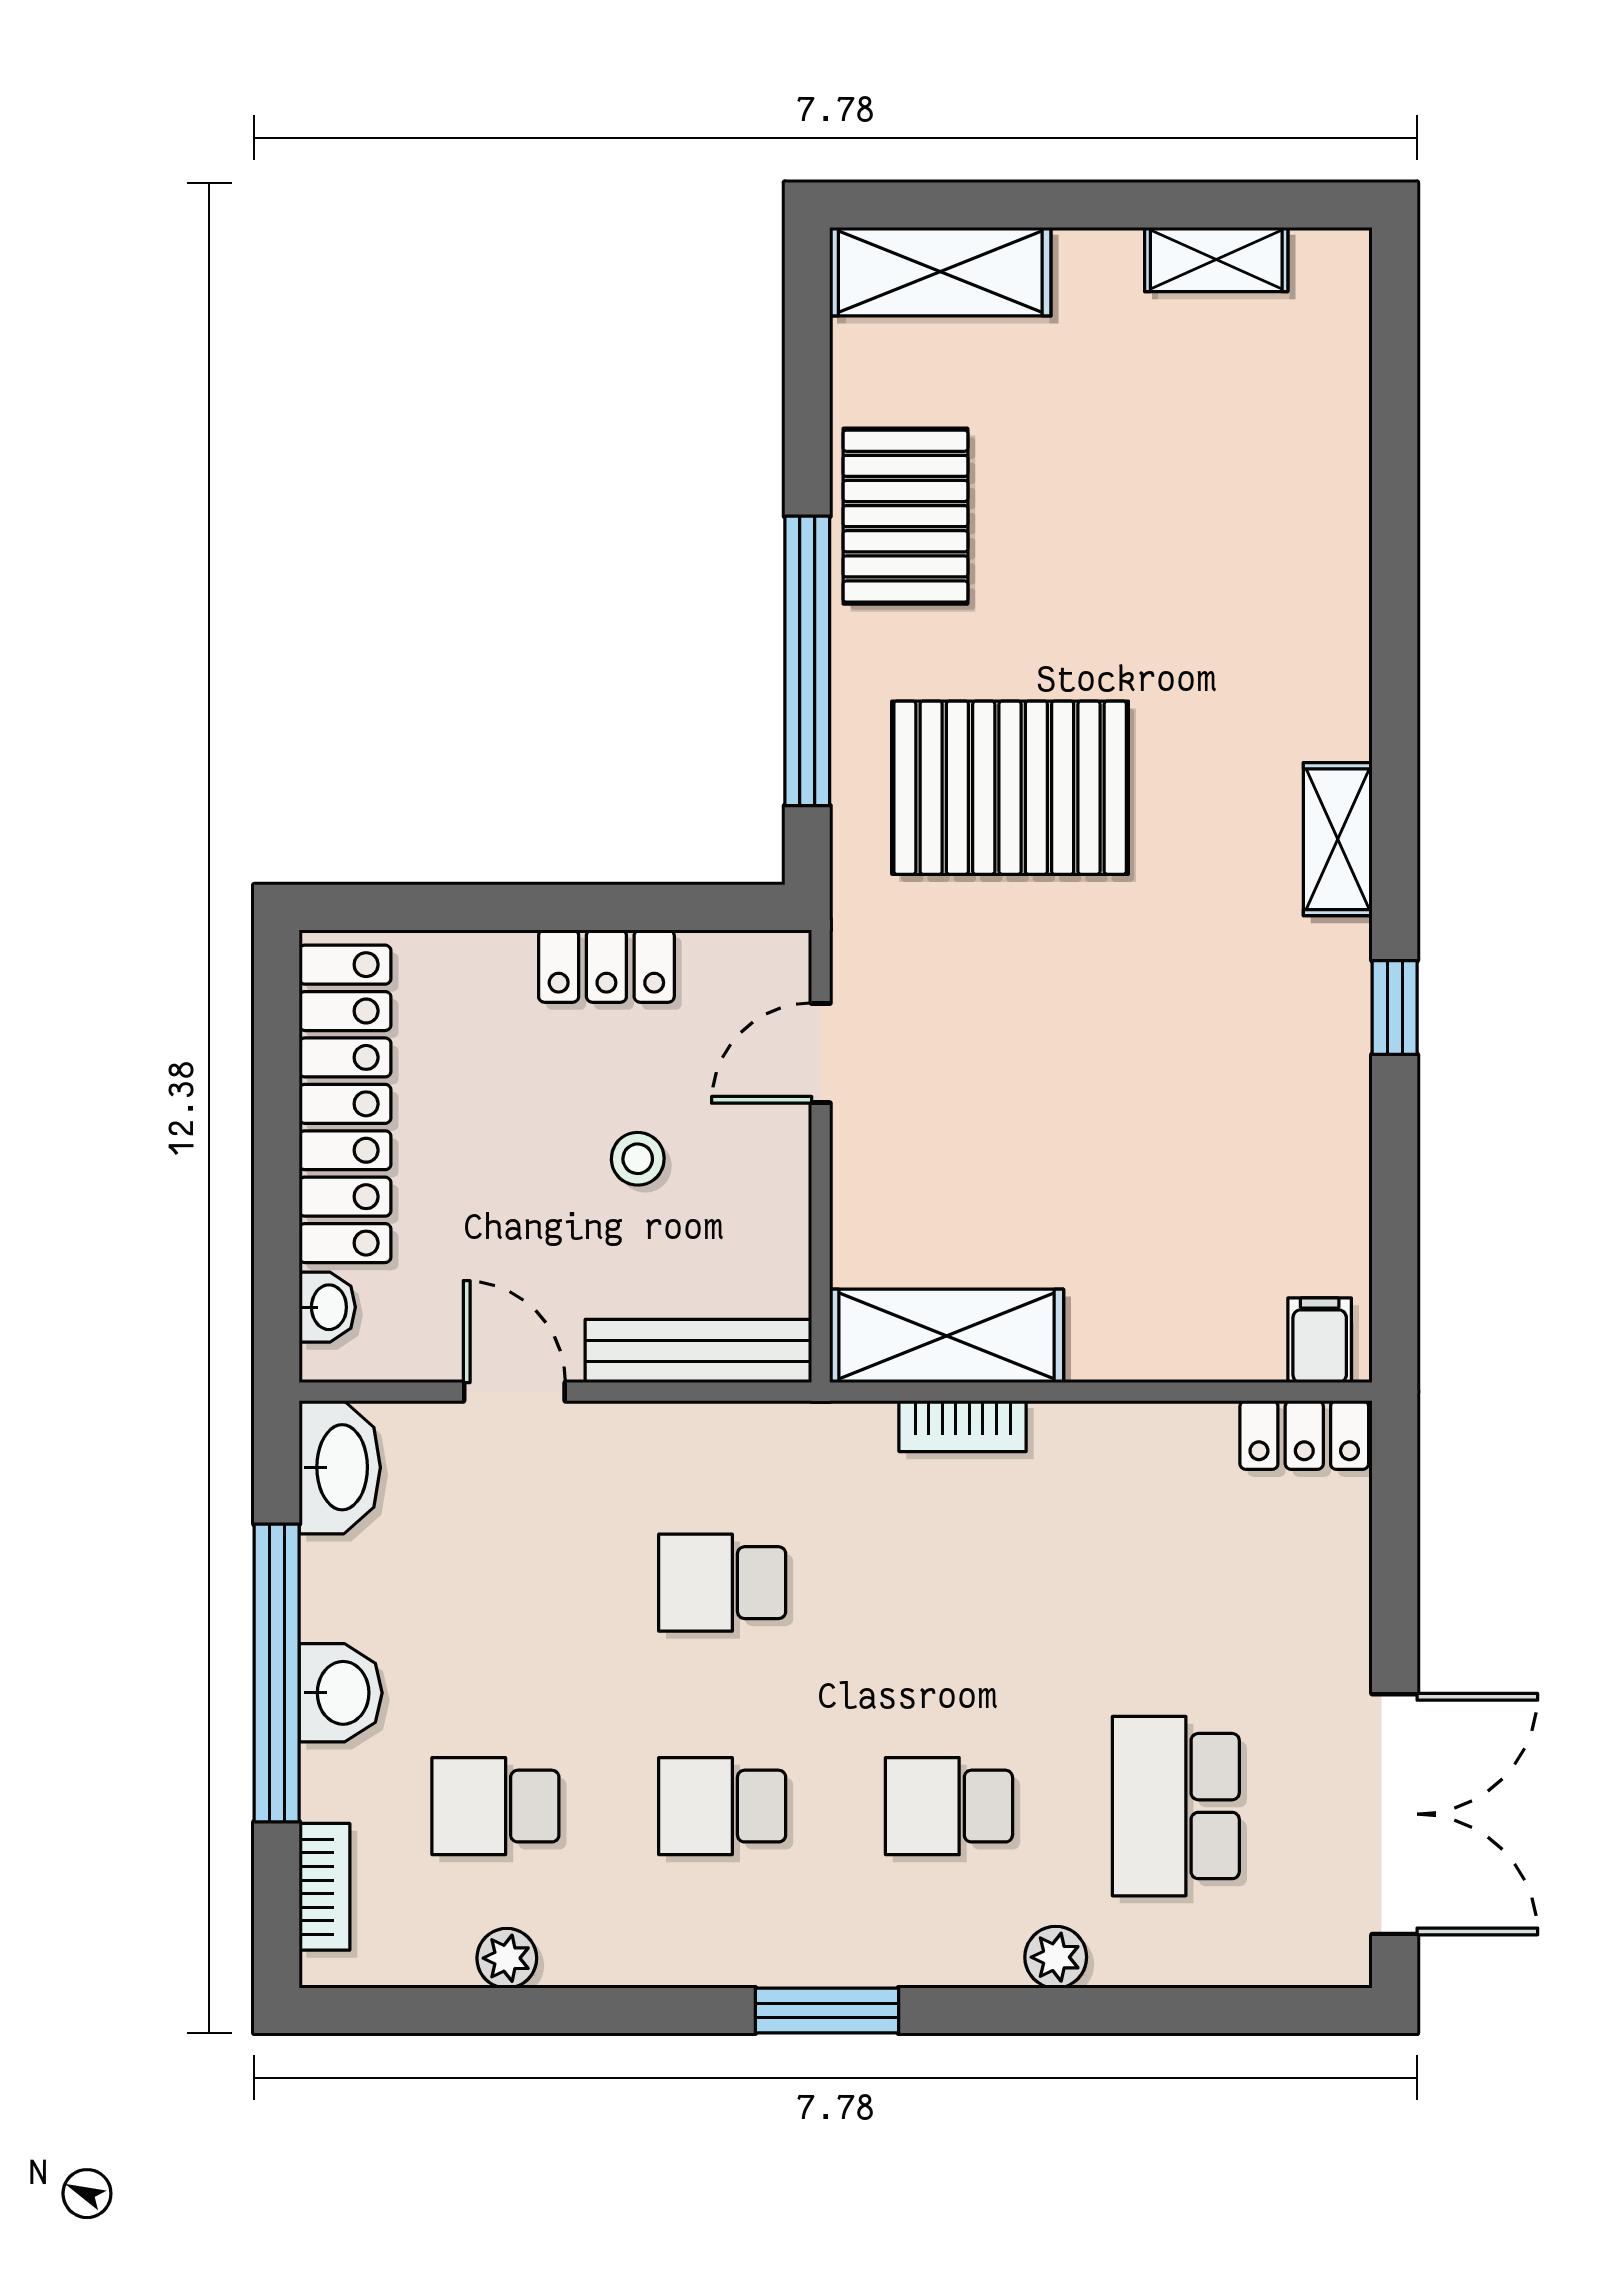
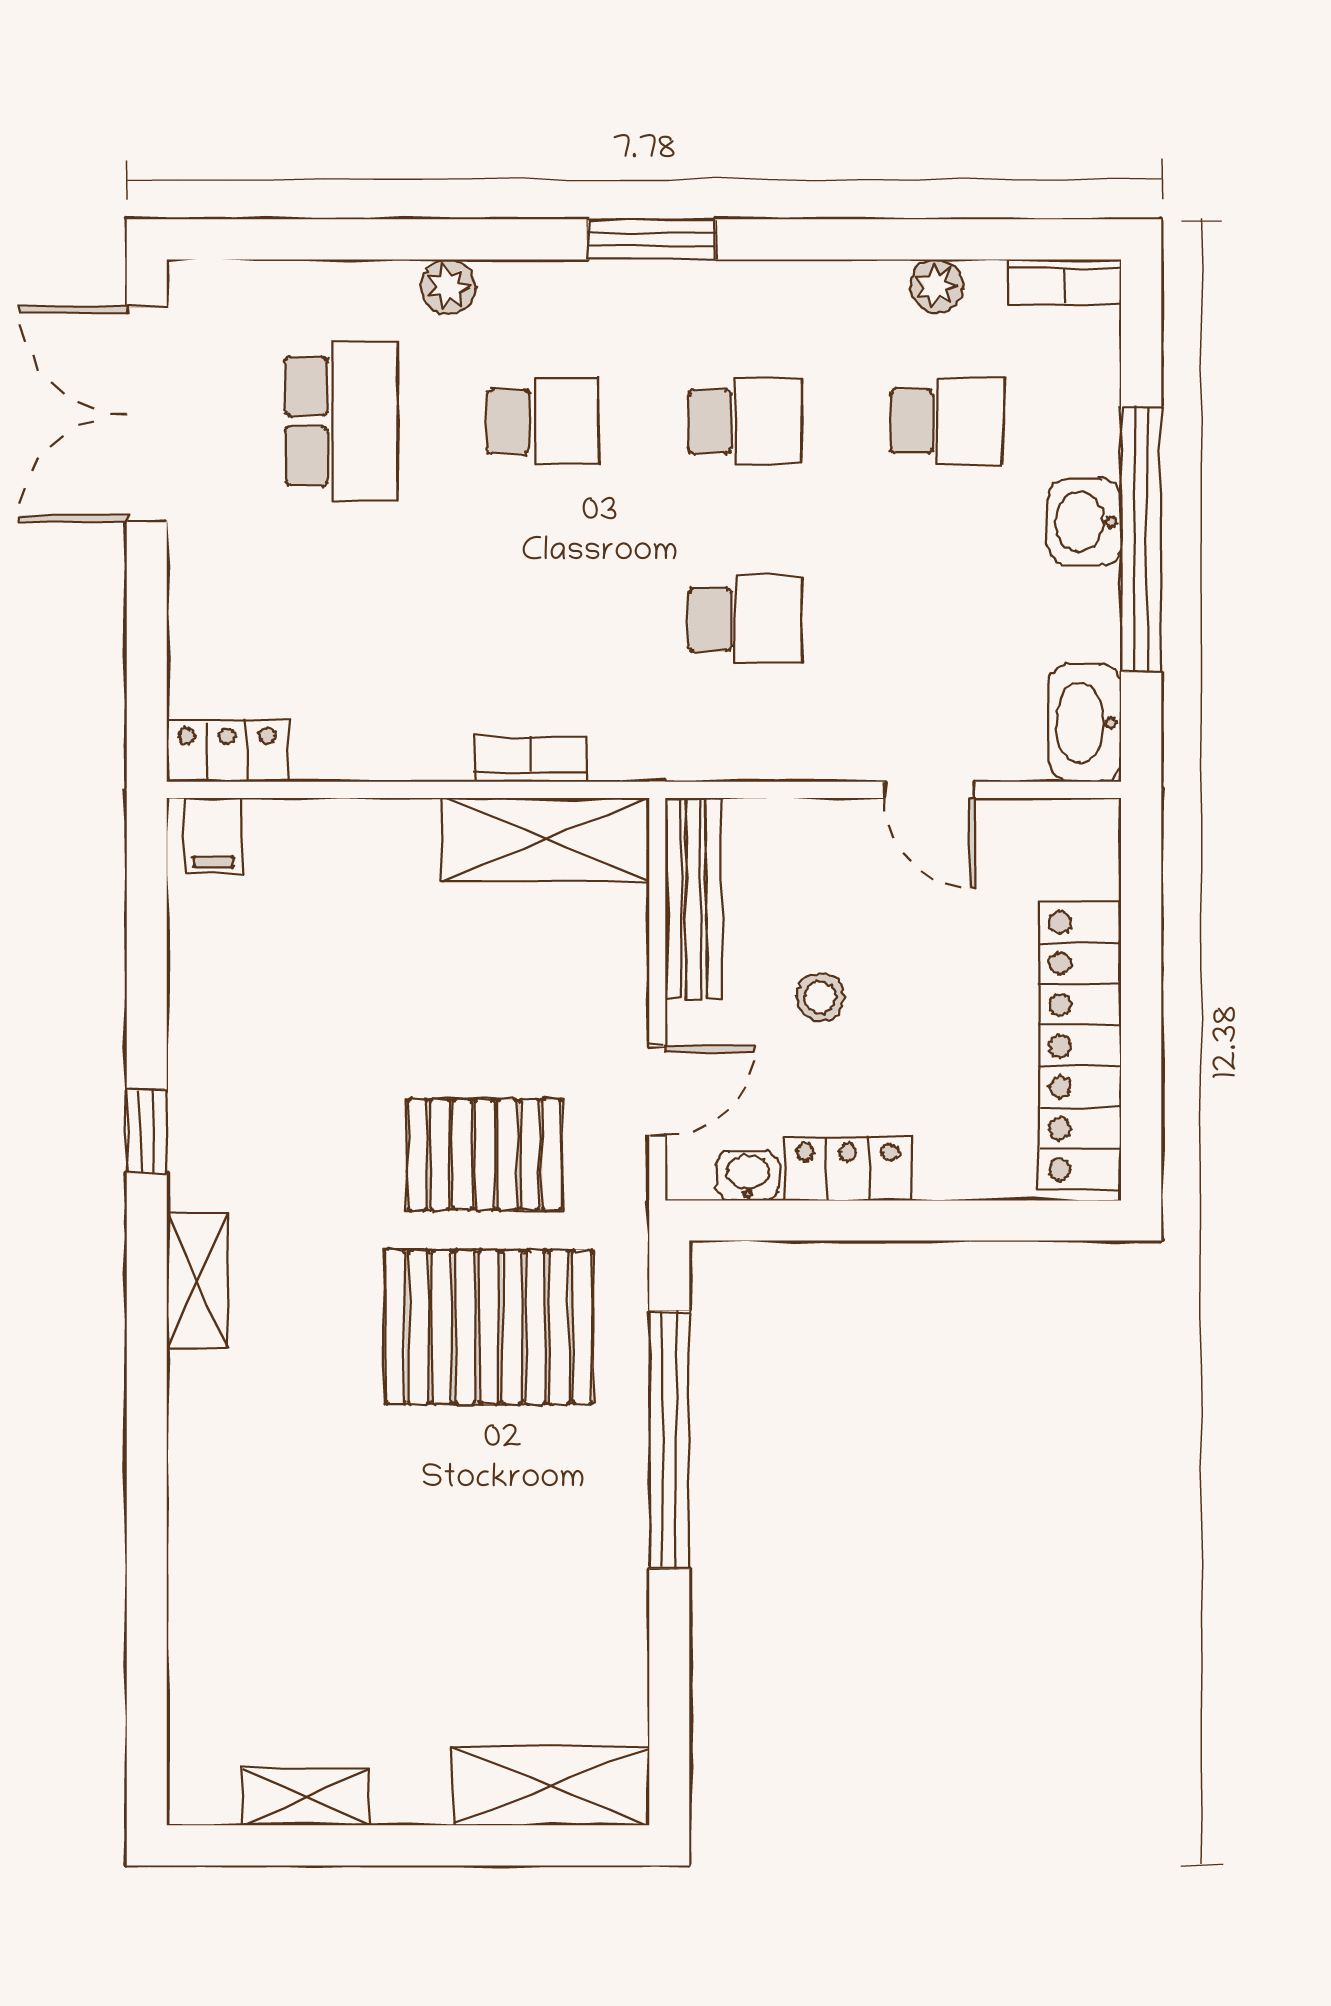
pallet: (905, 516) -> (485, 1155), moved, turned 90
washbasin: (327, 1307) -> (748, 1175), moved, turned 90
bench: (698, 1351) -> (693, 898), moved, turned 90
bookcase: (324, 1887) -> (1065, 282), moved, turned -90

